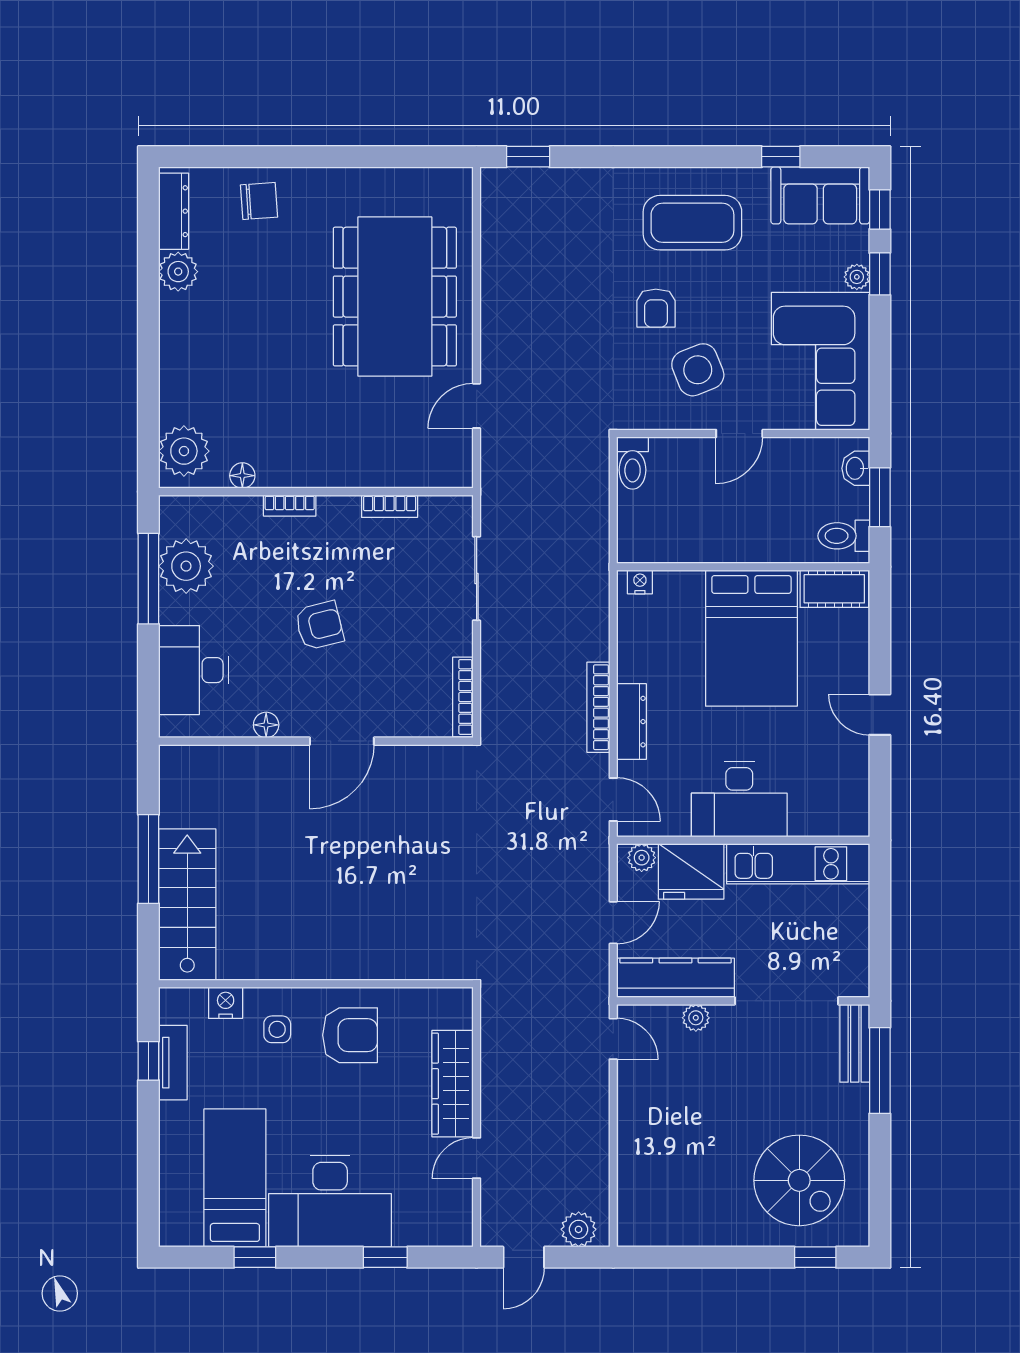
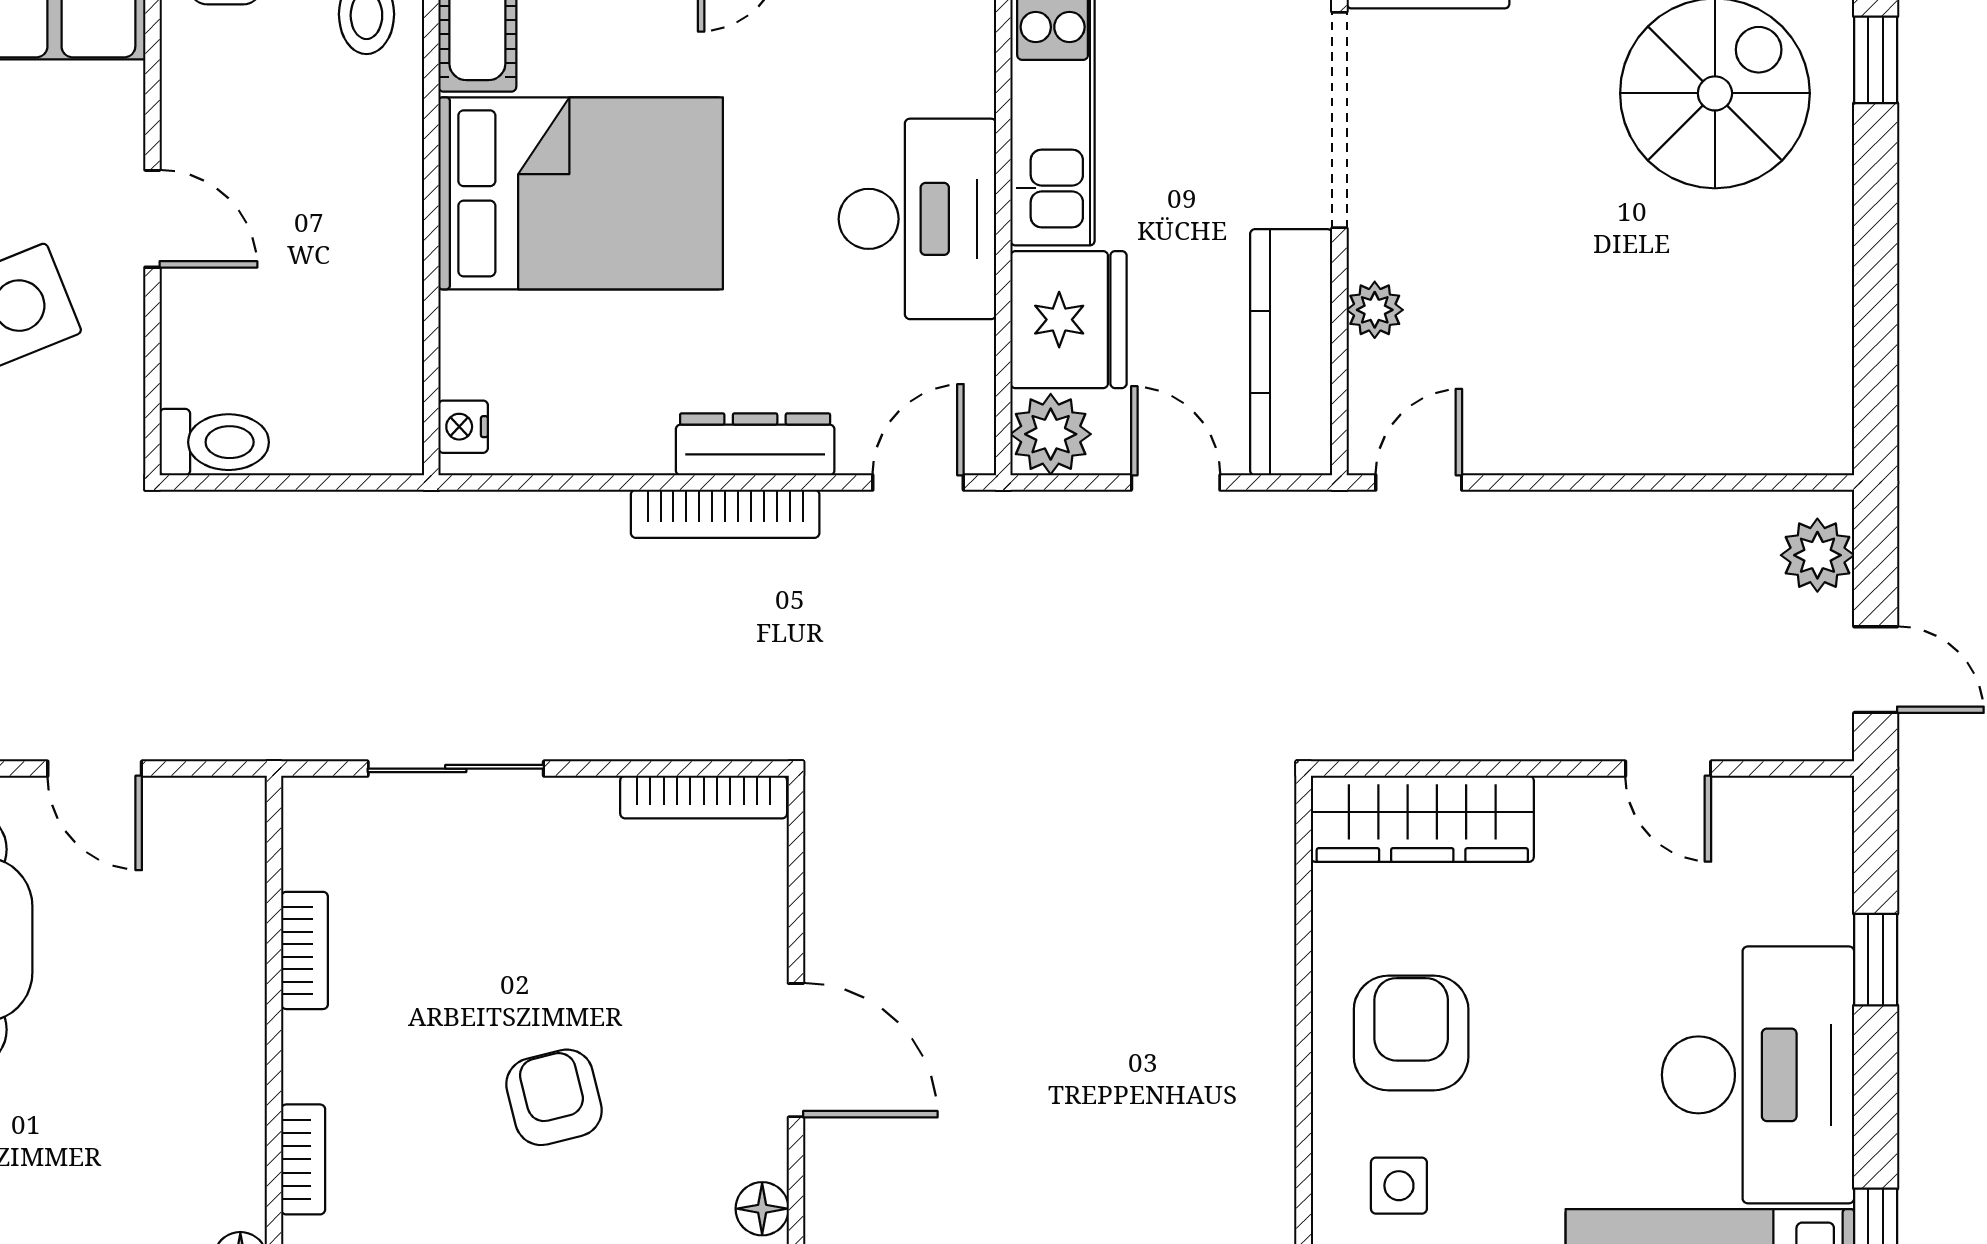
plant: (642, 858) -> (1051, 434), width x1.38, depth x1.38
wardrobe: (452, 1084) -> (1422, 819), moved

